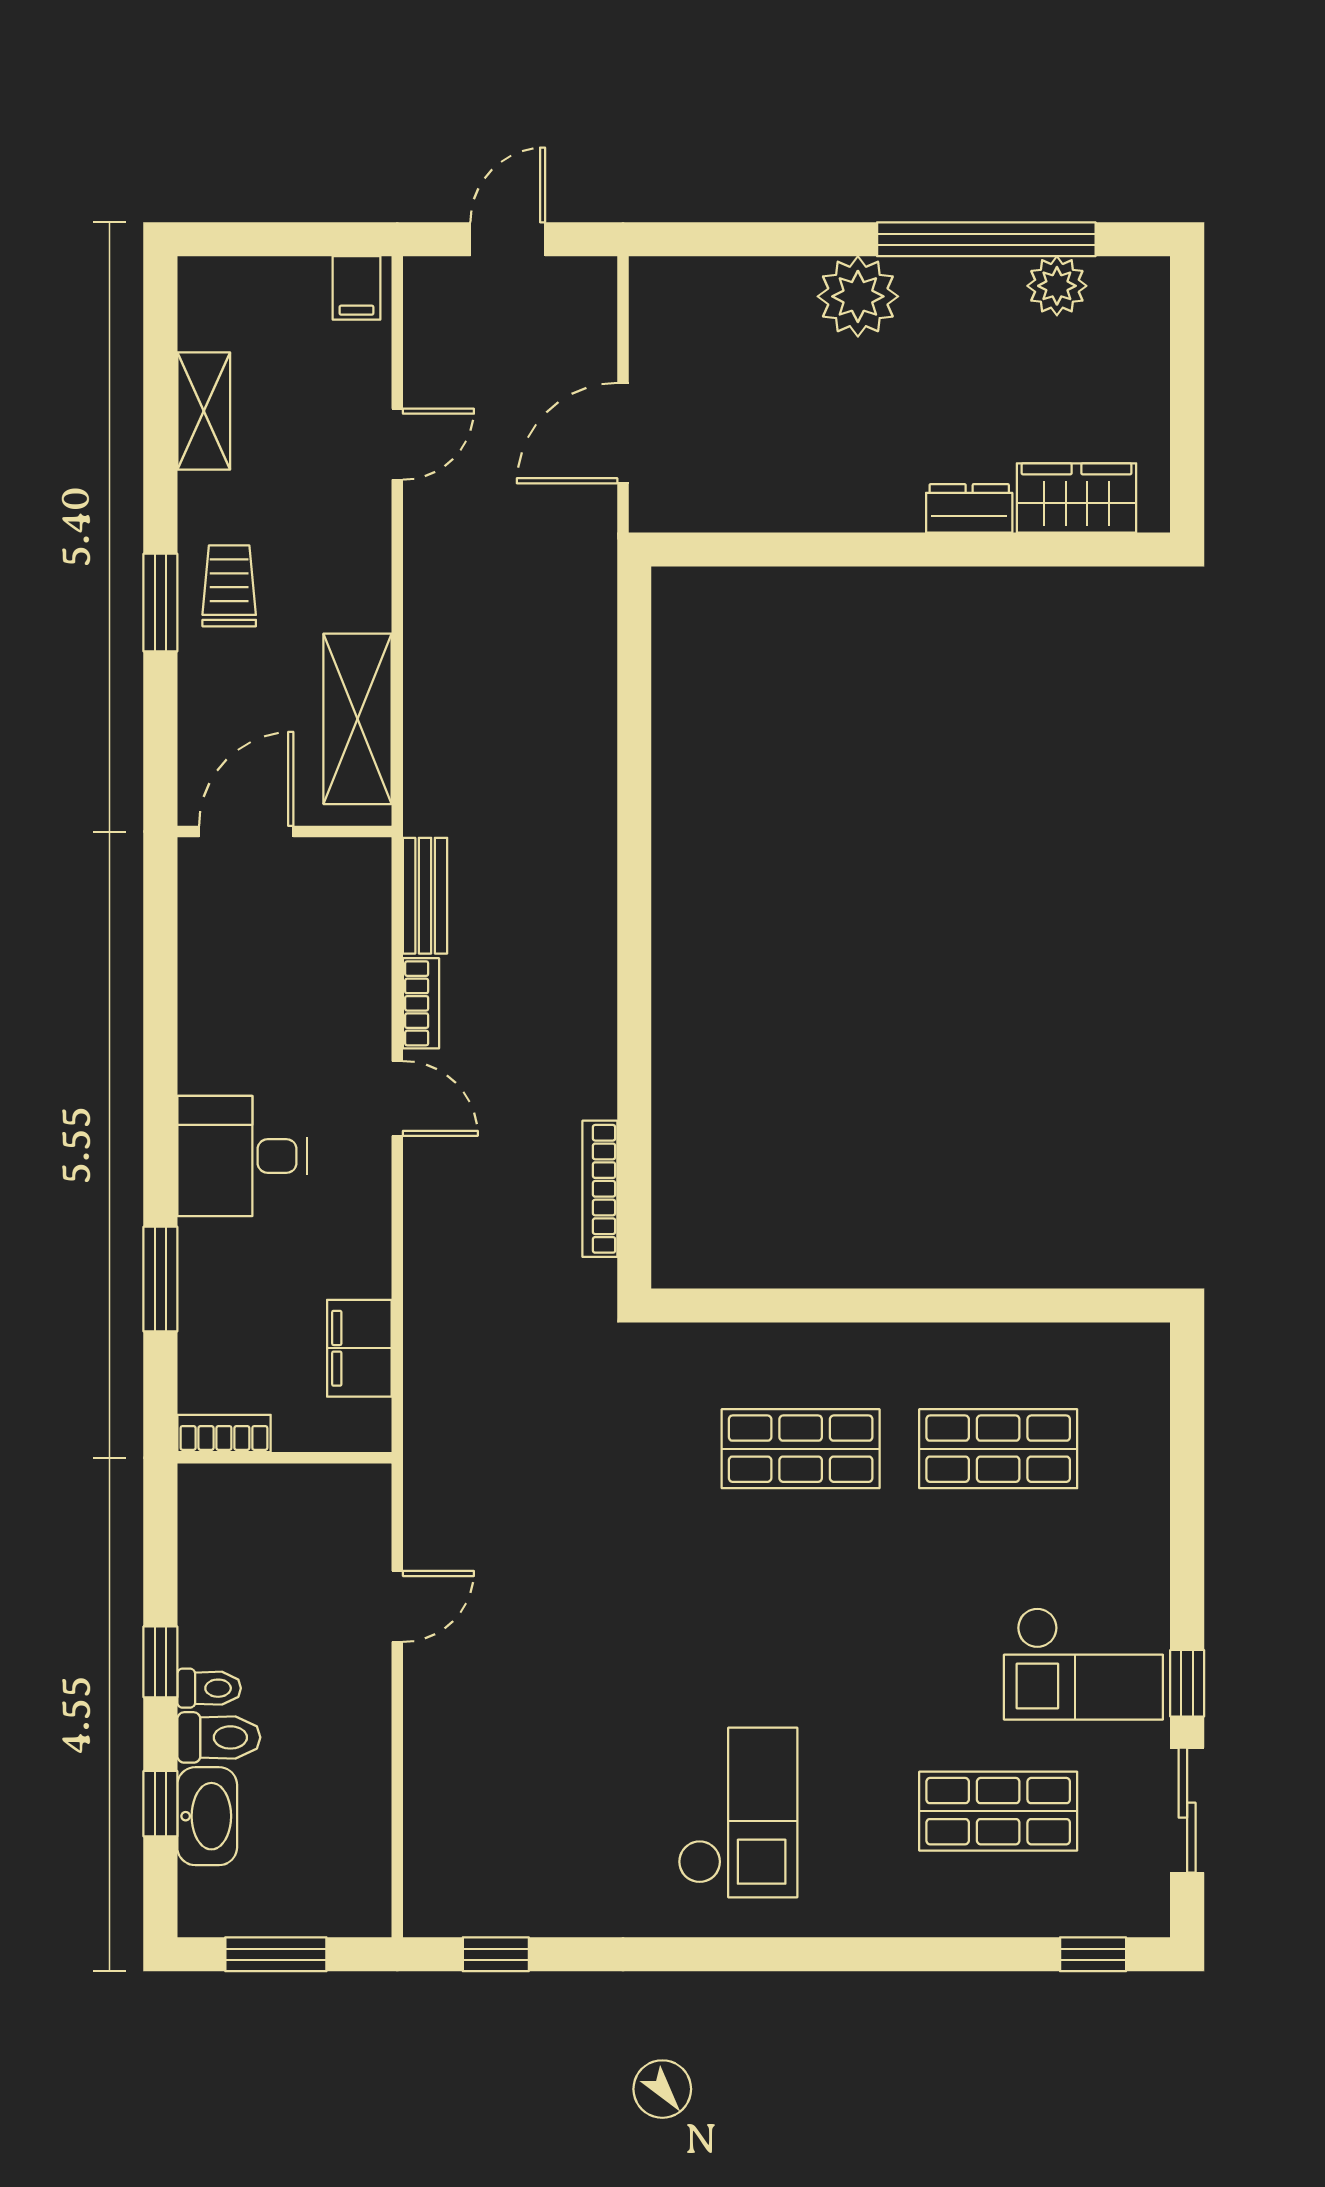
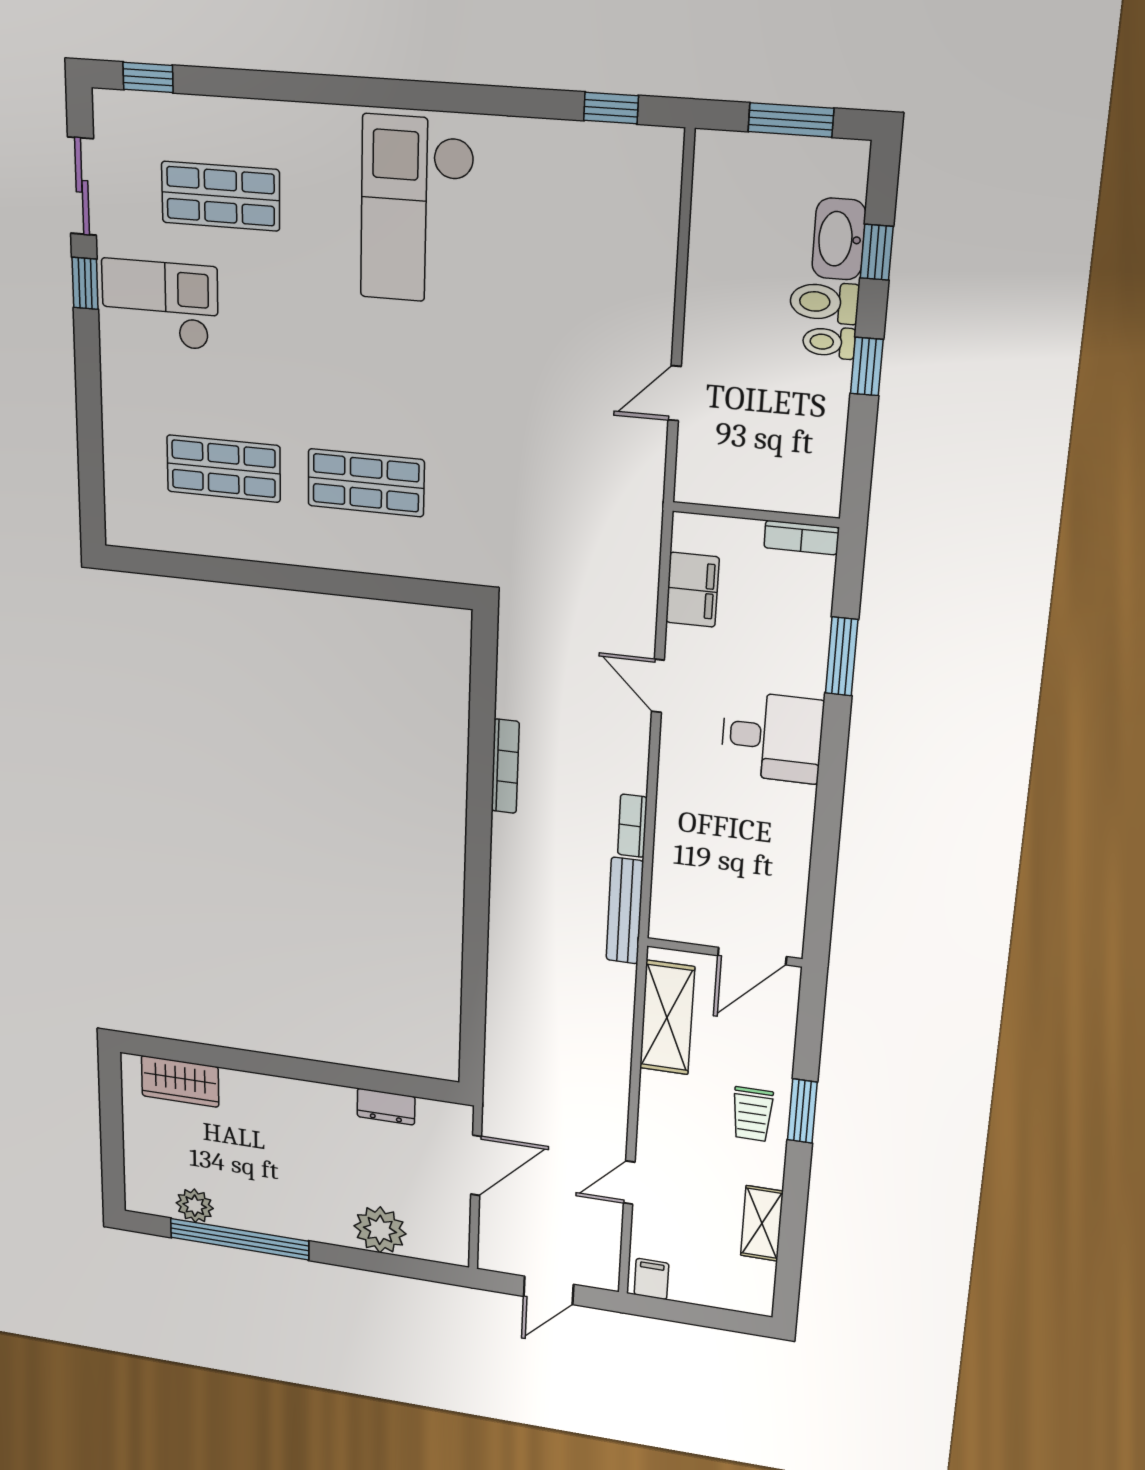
plant: (858, 296) -> (380, 1230), moved
dresser: (969, 508) -> (386, 1107), moved
bench: (425, 896) -> (625, 911), width x1.36
door: (397, 1098) -> (658, 686), moved
bookcase: (600, 1189) -> (505, 766), moved
checkout: (738, 1812) -> (417, 210), width x1.36, depth x1.21

